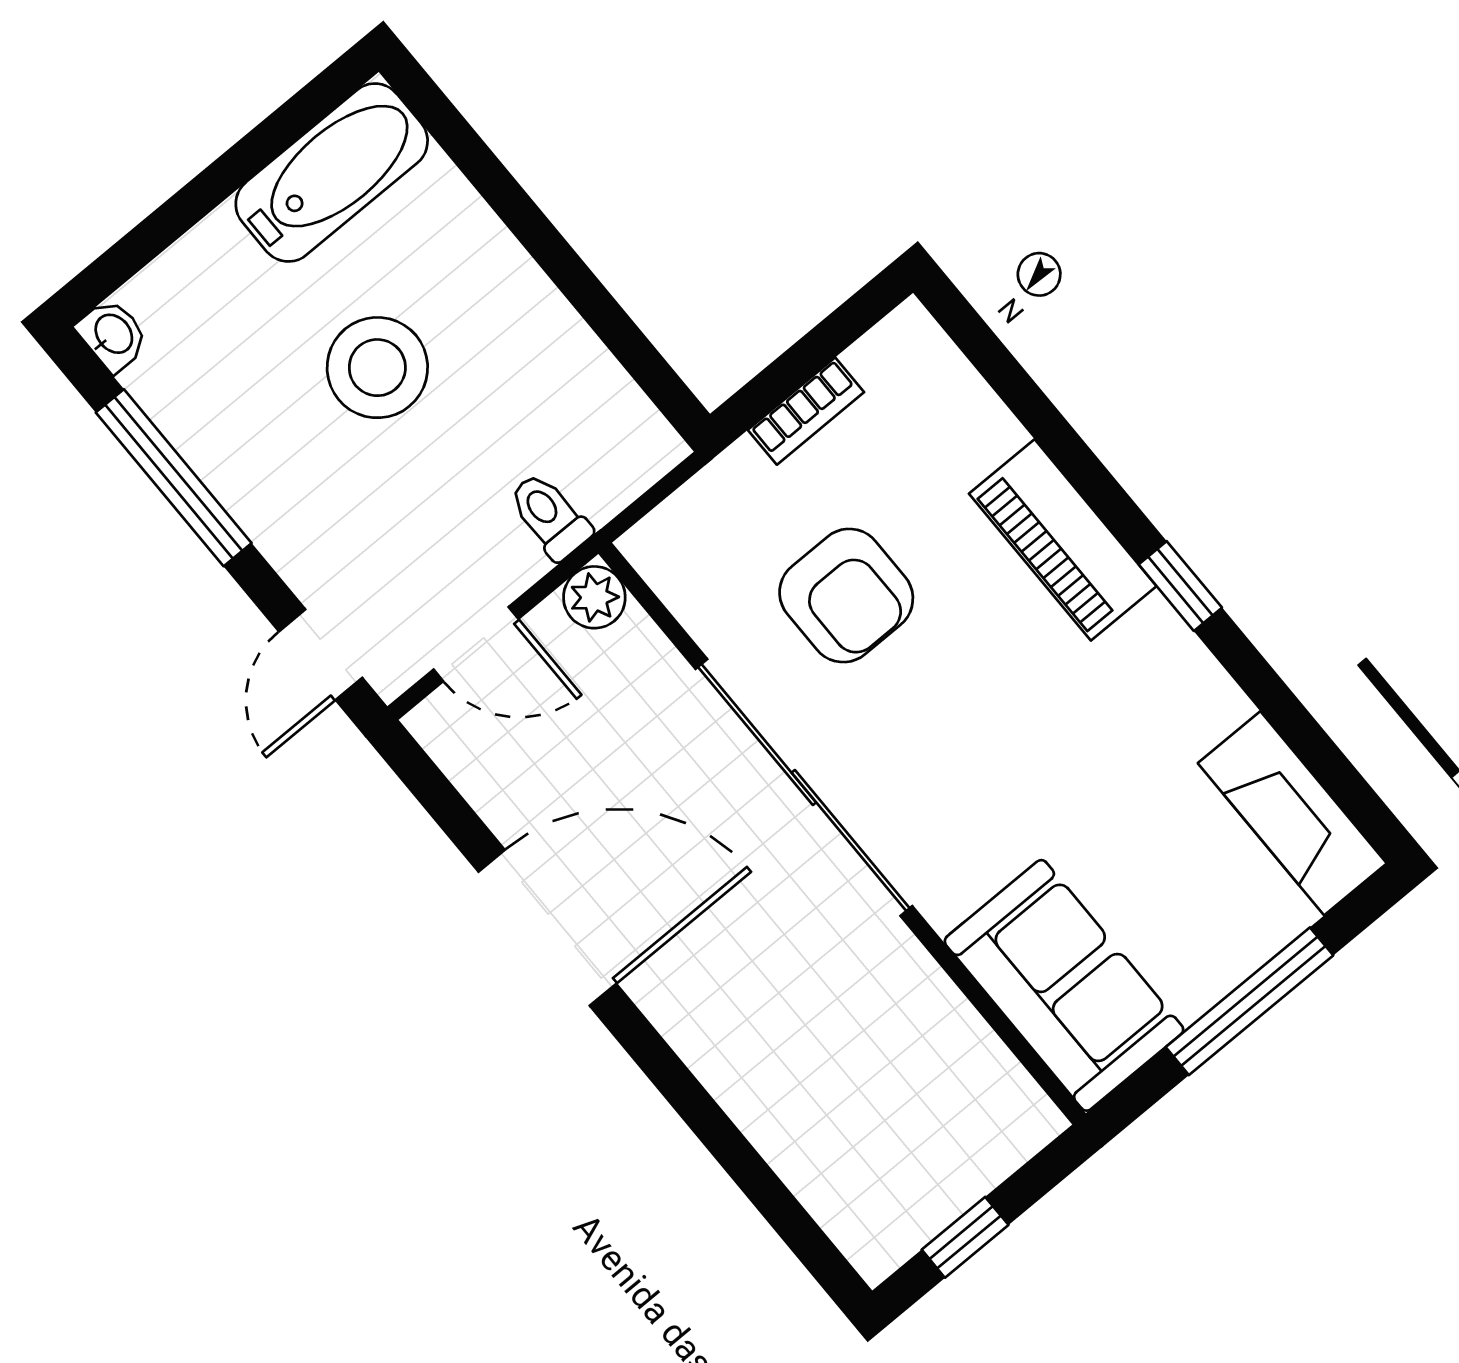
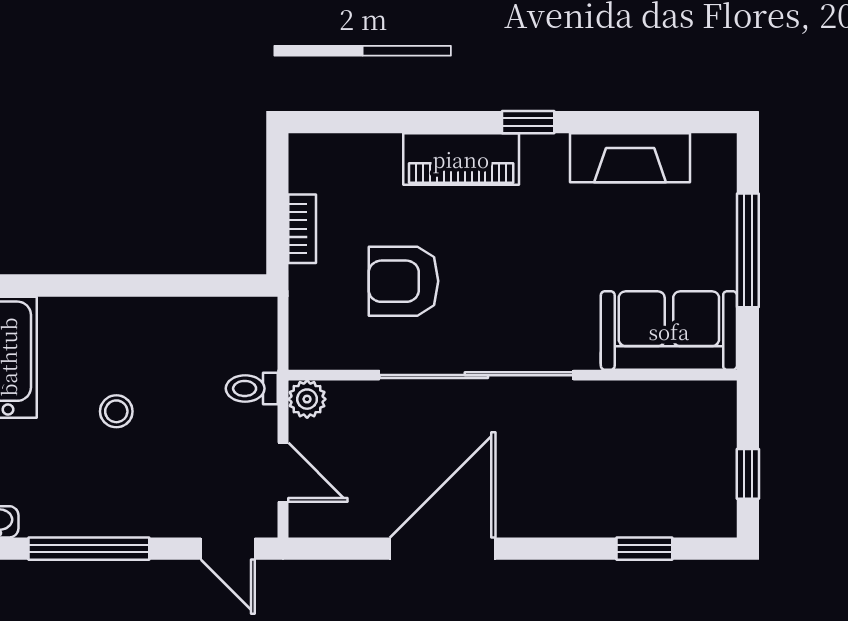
stool: (377, 368) -> (116, 411), width x0.53, depth x0.53
armchair: (846, 596) -> (403, 281), turned 180
door: (476, 644) -> (283, 472), hinge flipped
fireplace: (1292, 813) -> (630, 158), moved
window: (760, 1184) -> (644, 549), added

